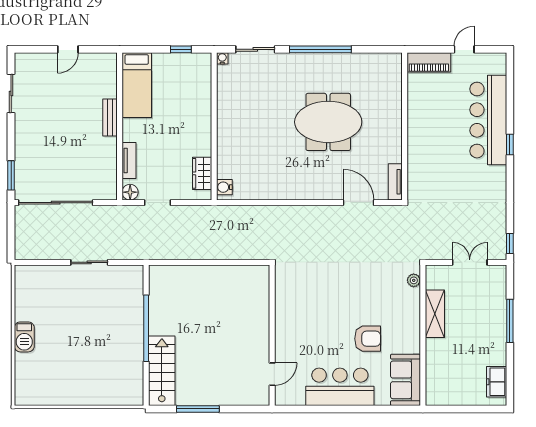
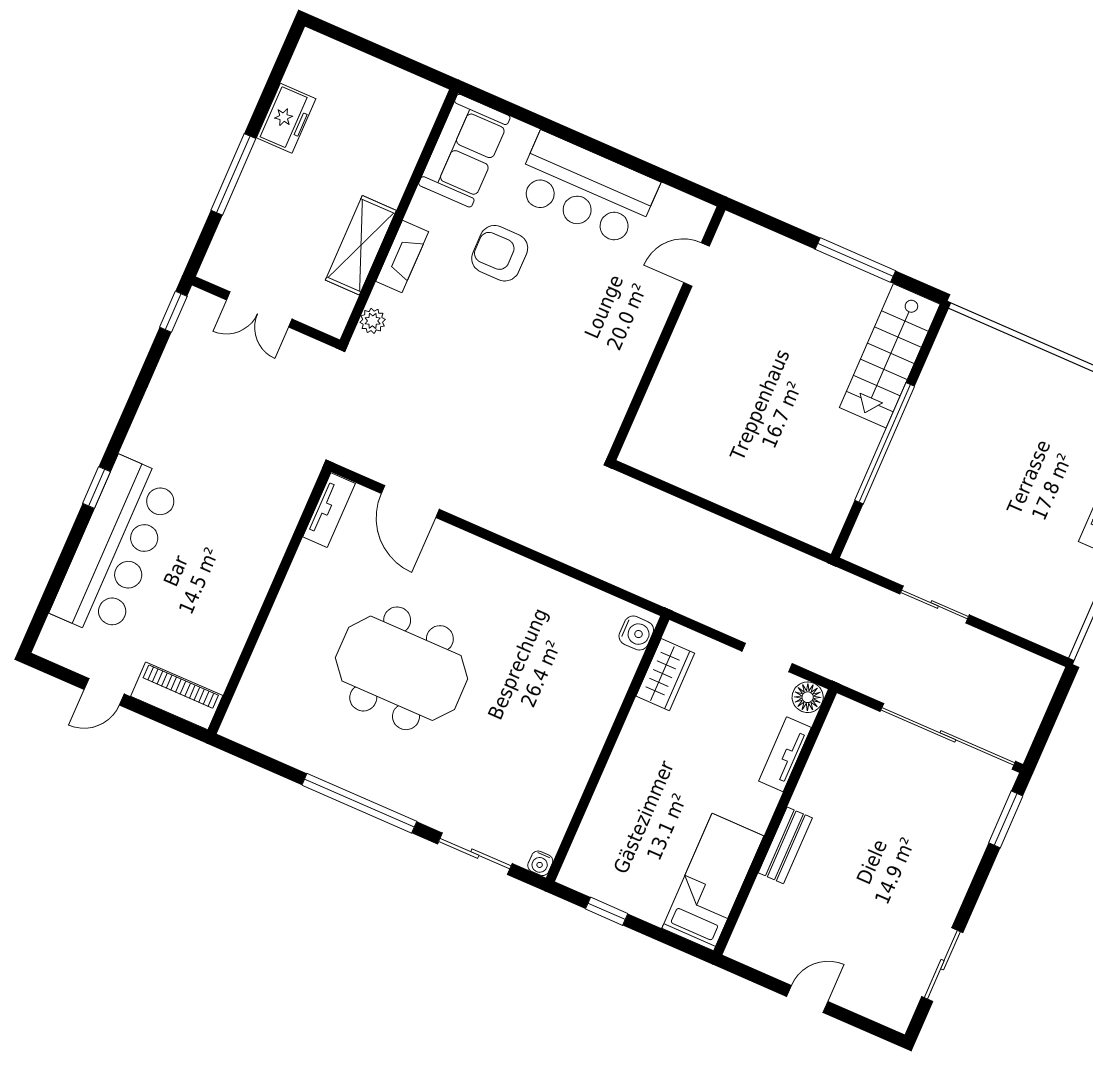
fireplace: (413, 317) -> (402, 257), added
freezer: (497, 382) -> (286, 118), moved

